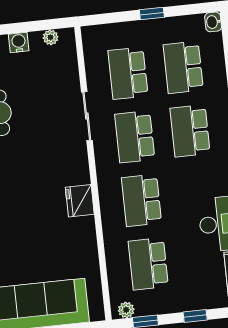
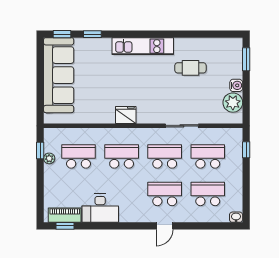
window: (152, 14) -> (246, 150), moved
plant: (51, 37) -> (233, 103), width x1.88, depth x1.88
plant: (126, 310) -> (49, 158), moved
window: (195, 316) -> (40, 184), removed

